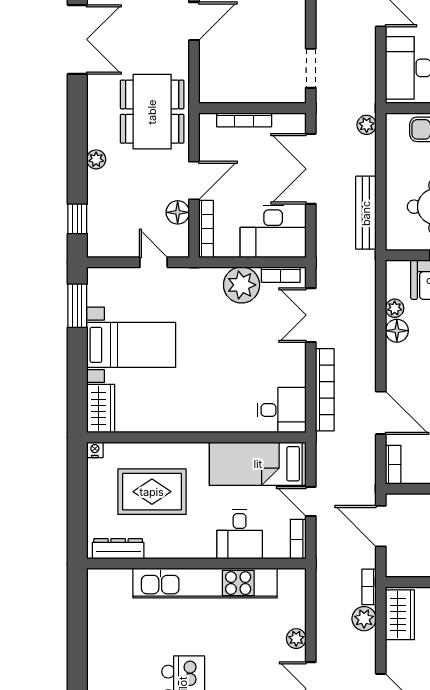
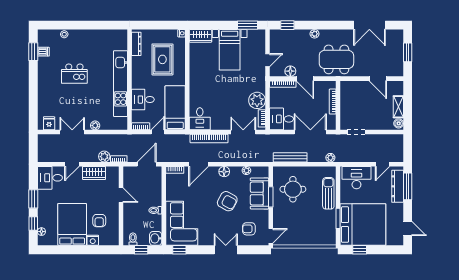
desk: (273, 232) -> (281, 119), width x0.73
floor lamp: (397, 331) -> (224, 172), moved
wardrobe: (400, 615) -> (94, 173), moved

